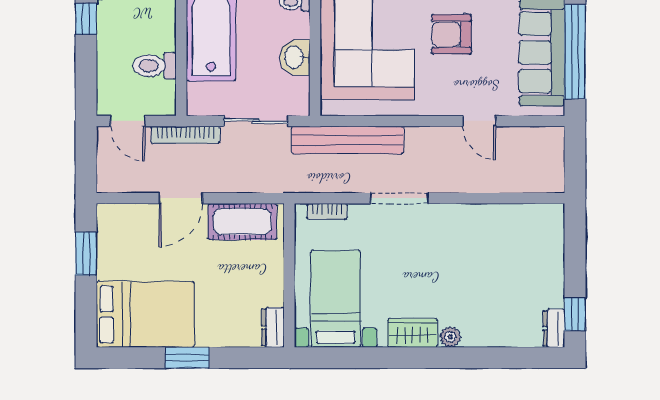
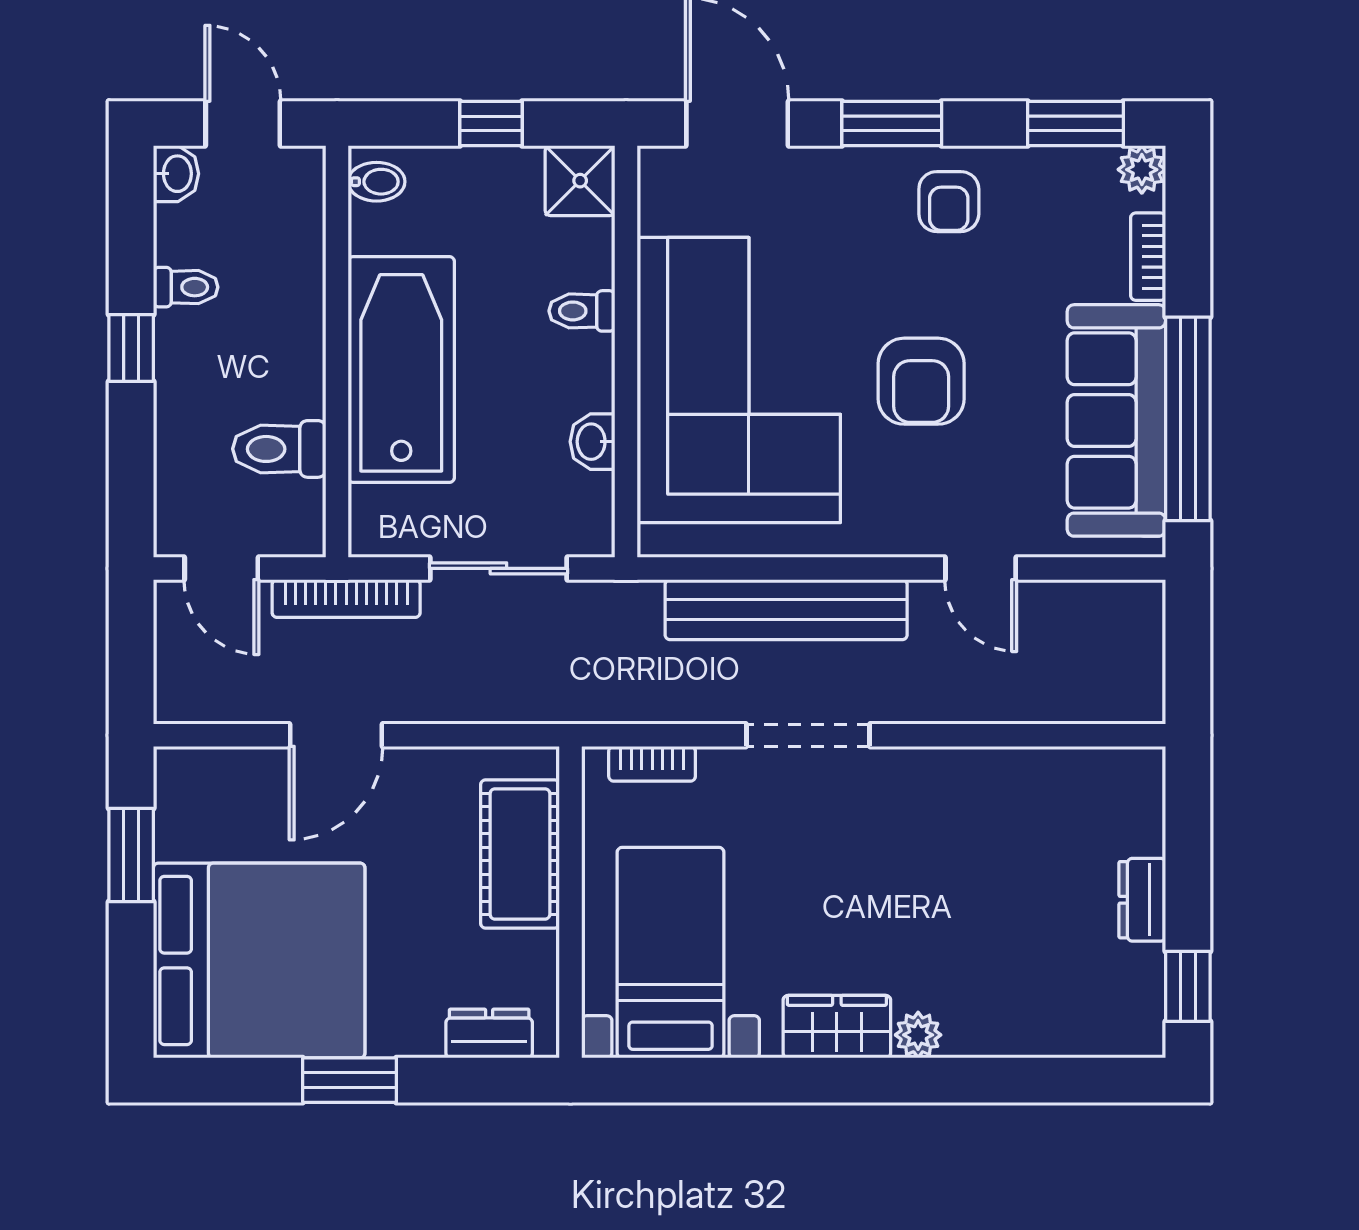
armchair: (452, 34) -> (921, 381), turned -90
washbasin: (295, 57) -> (593, 442), width x0.72, depth x0.69
bench: (348, 140) -> (786, 610), moved
cot: (242, 222) -> (520, 854), moved, turned 90
bed: (145, 314) -> (259, 960), width x1.36
dresser: (273, 327) -> (489, 1033), moved, turned 90
dresser: (554, 328) -> (1142, 900), moved

